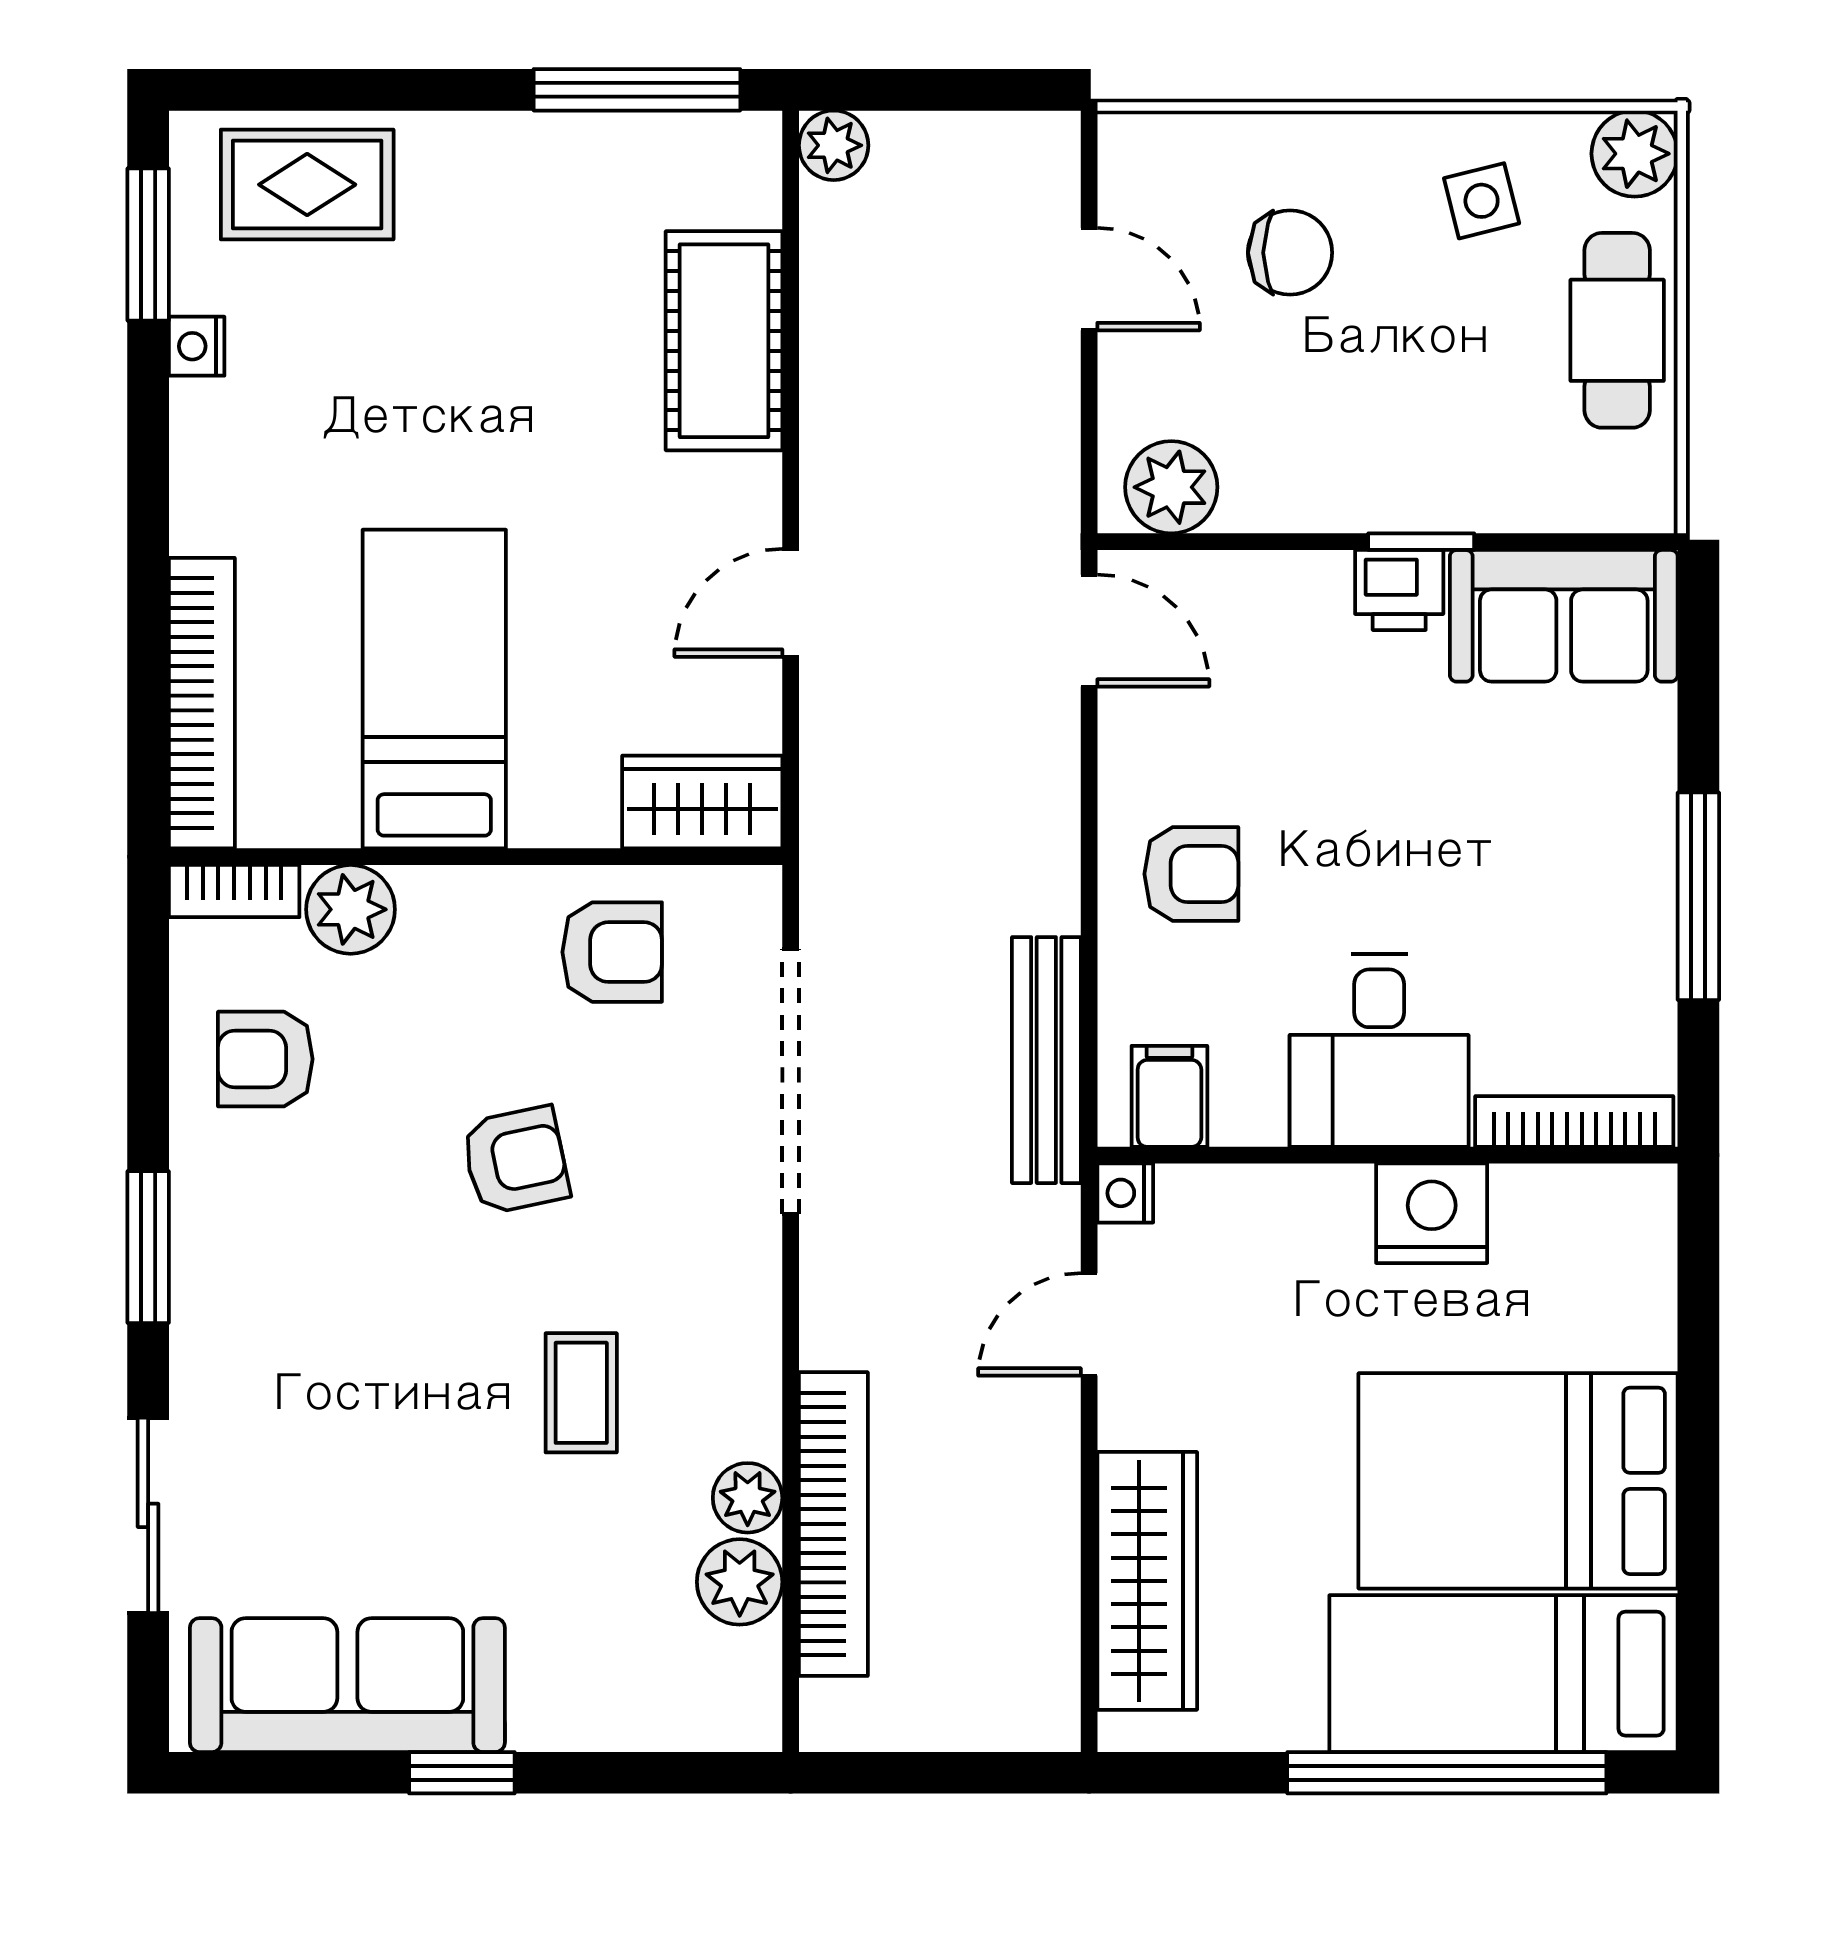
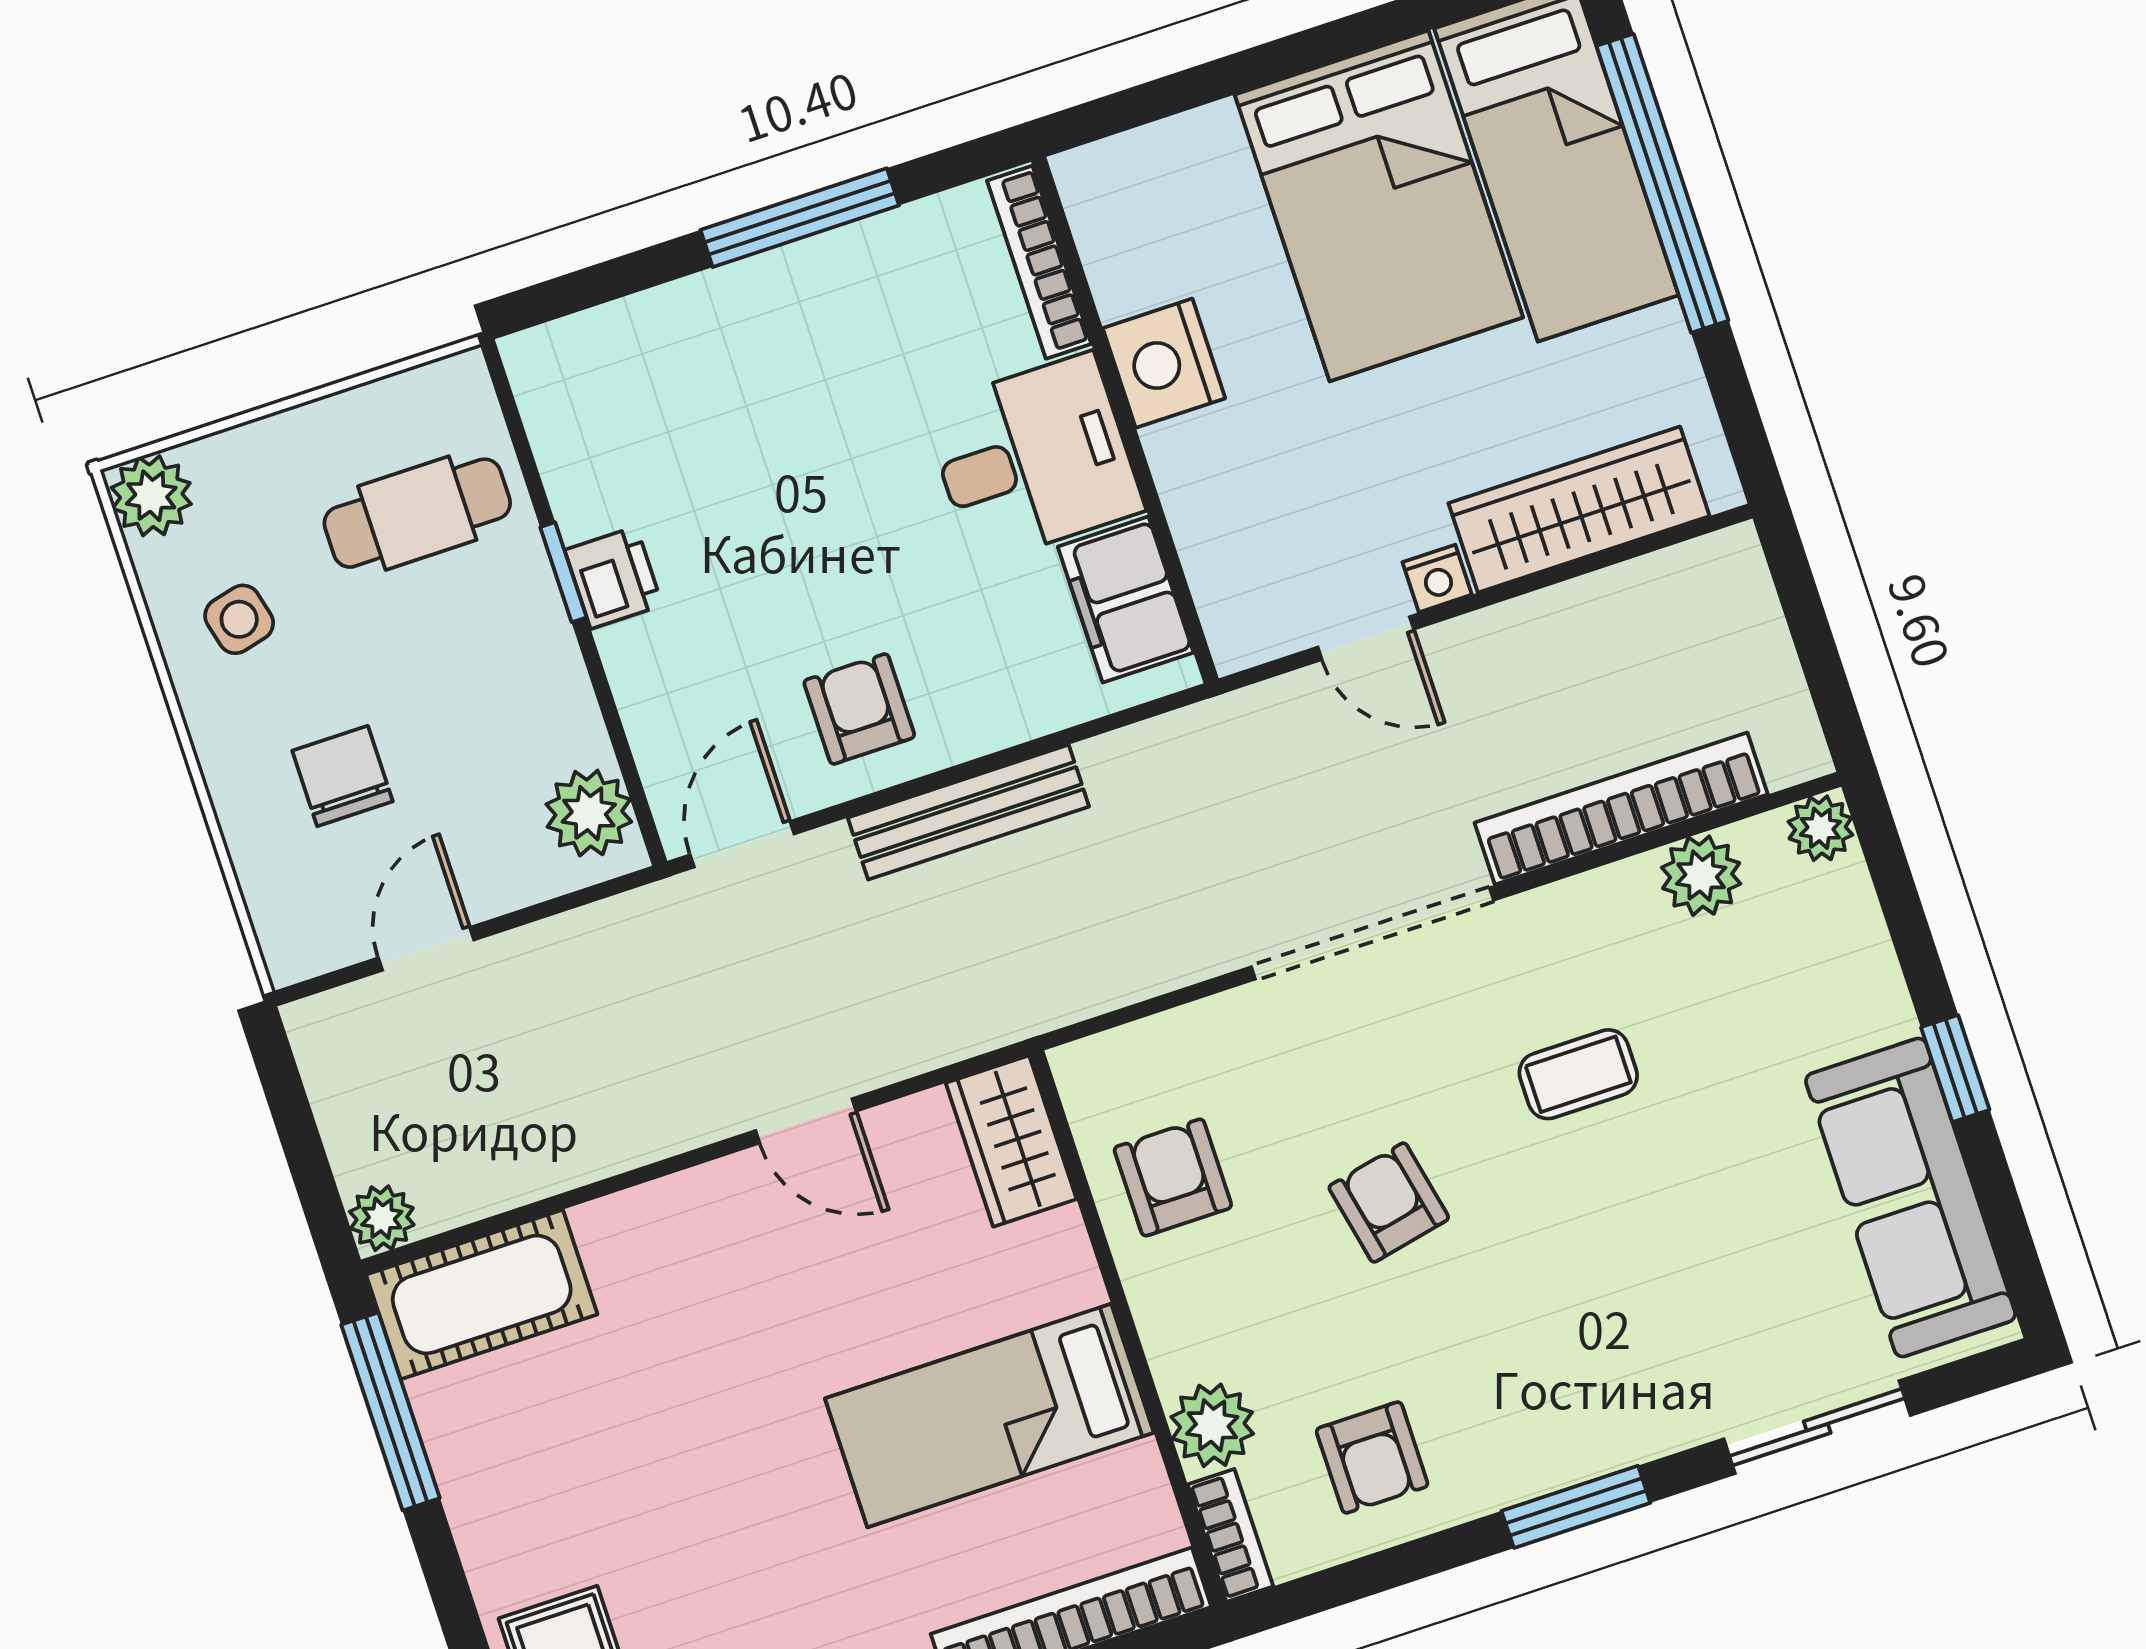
cafe table: (1617, 330) -> (417, 513), moved
cot: (724, 341) -> (482, 1294), moved
sofa: (1564, 616) -> (588, 422), removed
armchair: (1191, 874) -> (859, 709), moved
bench: (1046, 1060) -> (968, 812), moved
doorway: (791, 1081) -> (1372, 934), moved
filing cabinet: (1169, 1096) -> (1126, 600), width x2.00
nightstand: (1125, 1193) -> (1437, 578), moved
plant: (748, 1498) -> (1820, 828), moved

